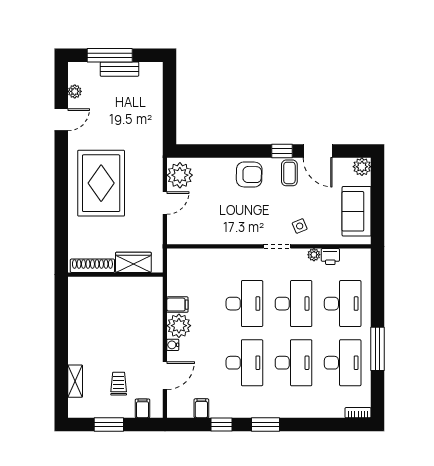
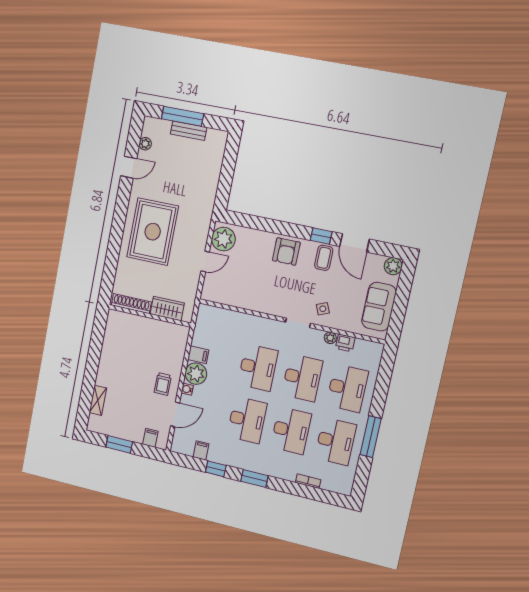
armchair: (249, 175) -> (286, 251), turned 89
trolley: (119, 384) -> (163, 384), moved, turned 180
bookcase: (358, 413) -> (308, 481), moved

